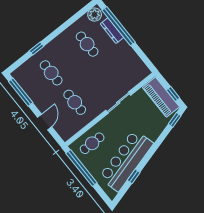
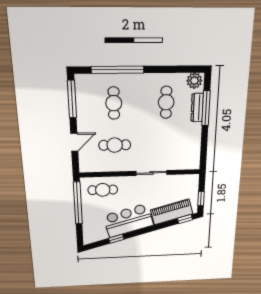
window: (119, 26) -> (206, 108), width x0.68
window: (37, 49) -> (118, 70), width x3.17
piano: (161, 97) -> (172, 212), moved, turned 75
cafe table: (75, 102) -> (115, 145), turned 90
bar counter: (126, 161) -> (128, 221), width x0.73

